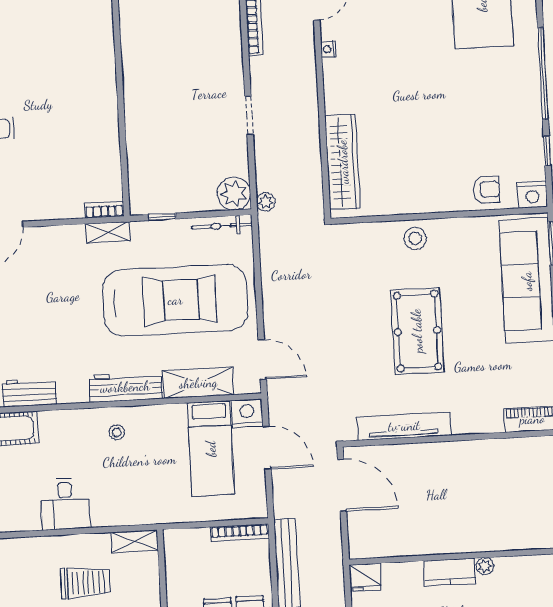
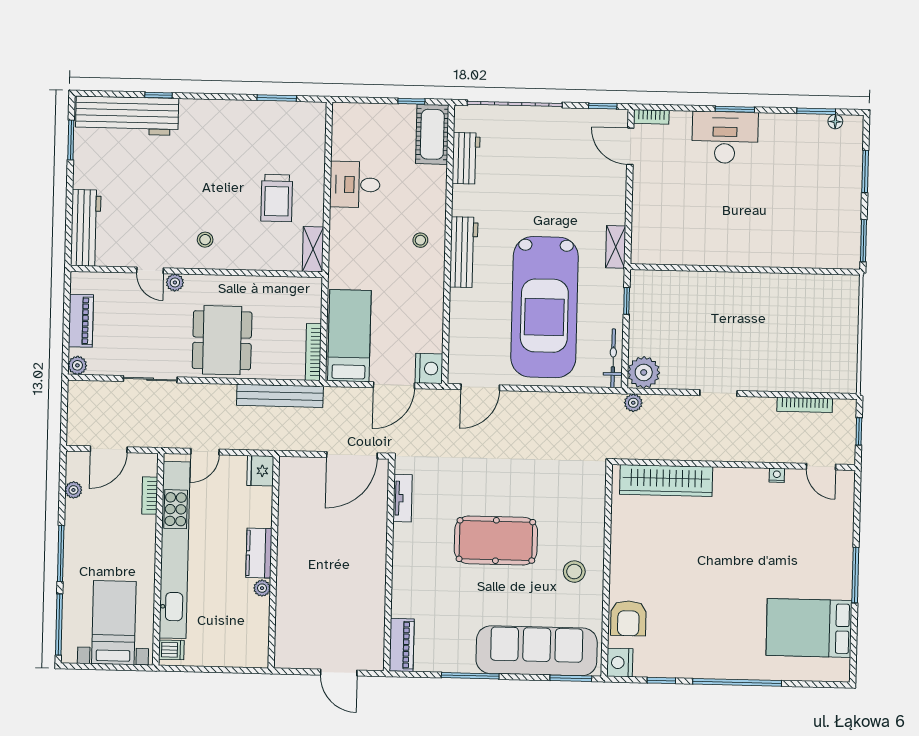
armchair: (486, 189) -> (628, 618), width x1.38, depth x1.38
bookcase: (104, 209) -> (638, 245), removed
stool: (415, 238) -> (574, 572), moved
shelving: (198, 383) -> (462, 323), removed
tv unit: (404, 426) -> (403, 498), width x0.52, depth x0.78
bed: (211, 449) -> (349, 336), moved, turned 90

